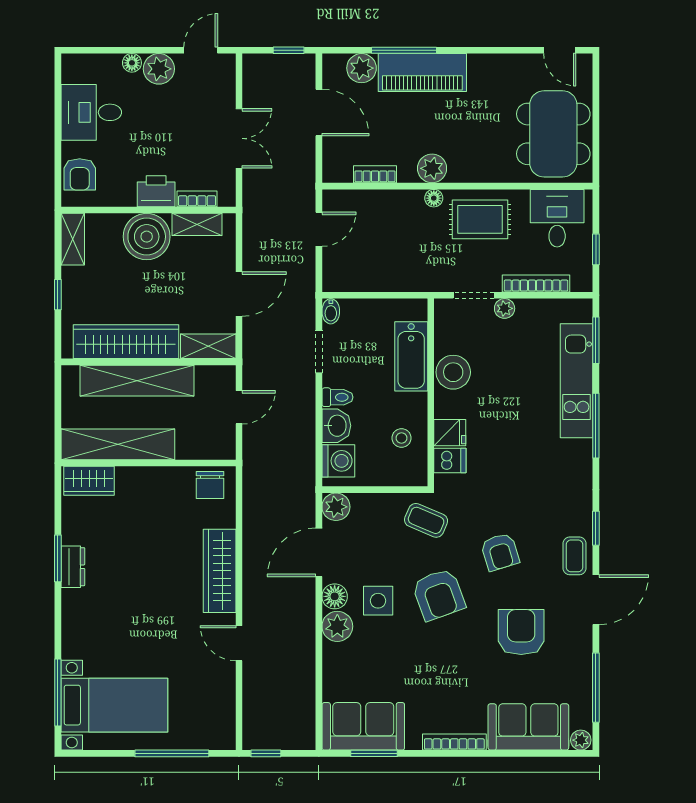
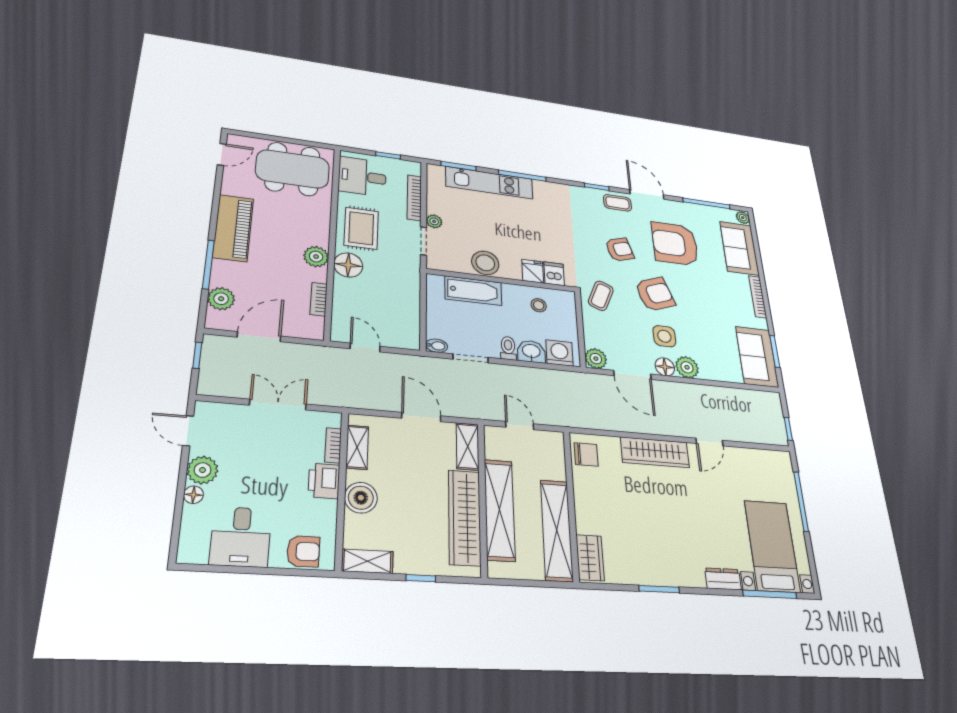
piano: (422, 73) -> (233, 228), moved
floor lamp: (434, 198) -> (348, 265), width x1.89, depth x1.89
boiler: (147, 237) -> (361, 498), width x0.73, depth x0.73
dresser: (73, 567) -> (723, 579), moved
armchair: (521, 632) -> (675, 244), width x1.36, depth x1.36

